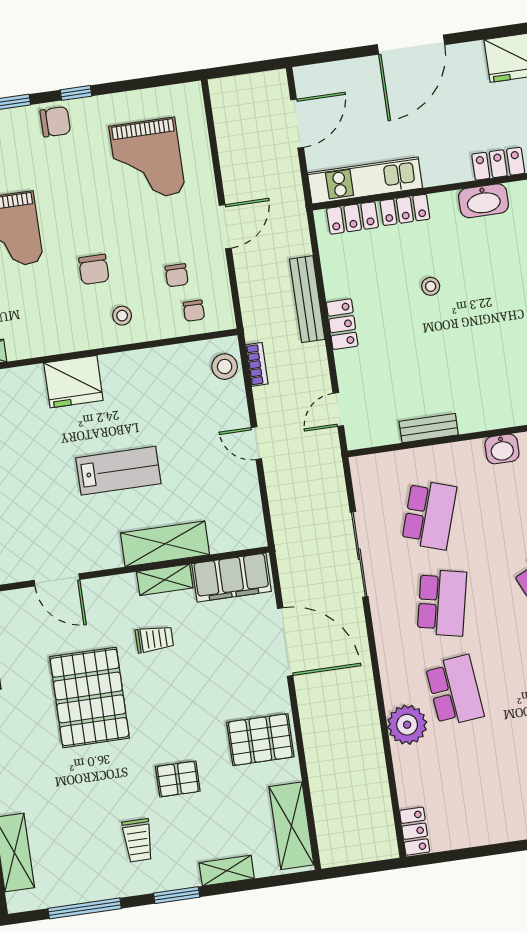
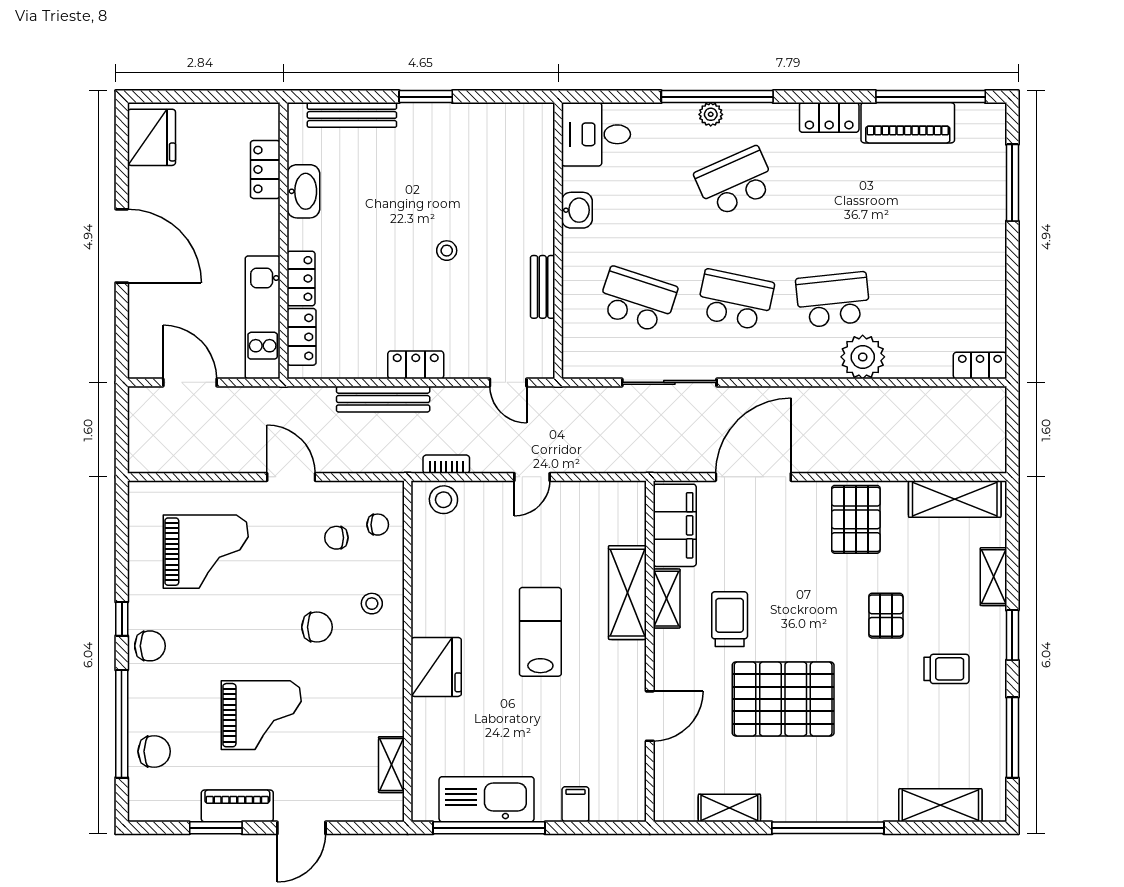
chair: (55, 122) -> (150, 646), turned 90
chair: (177, 275) -> (336, 538), turned 180
stool: (431, 286) -> (447, 251), moved
trolley: (154, 639) -> (730, 619), width x1.36, depth x1.39

